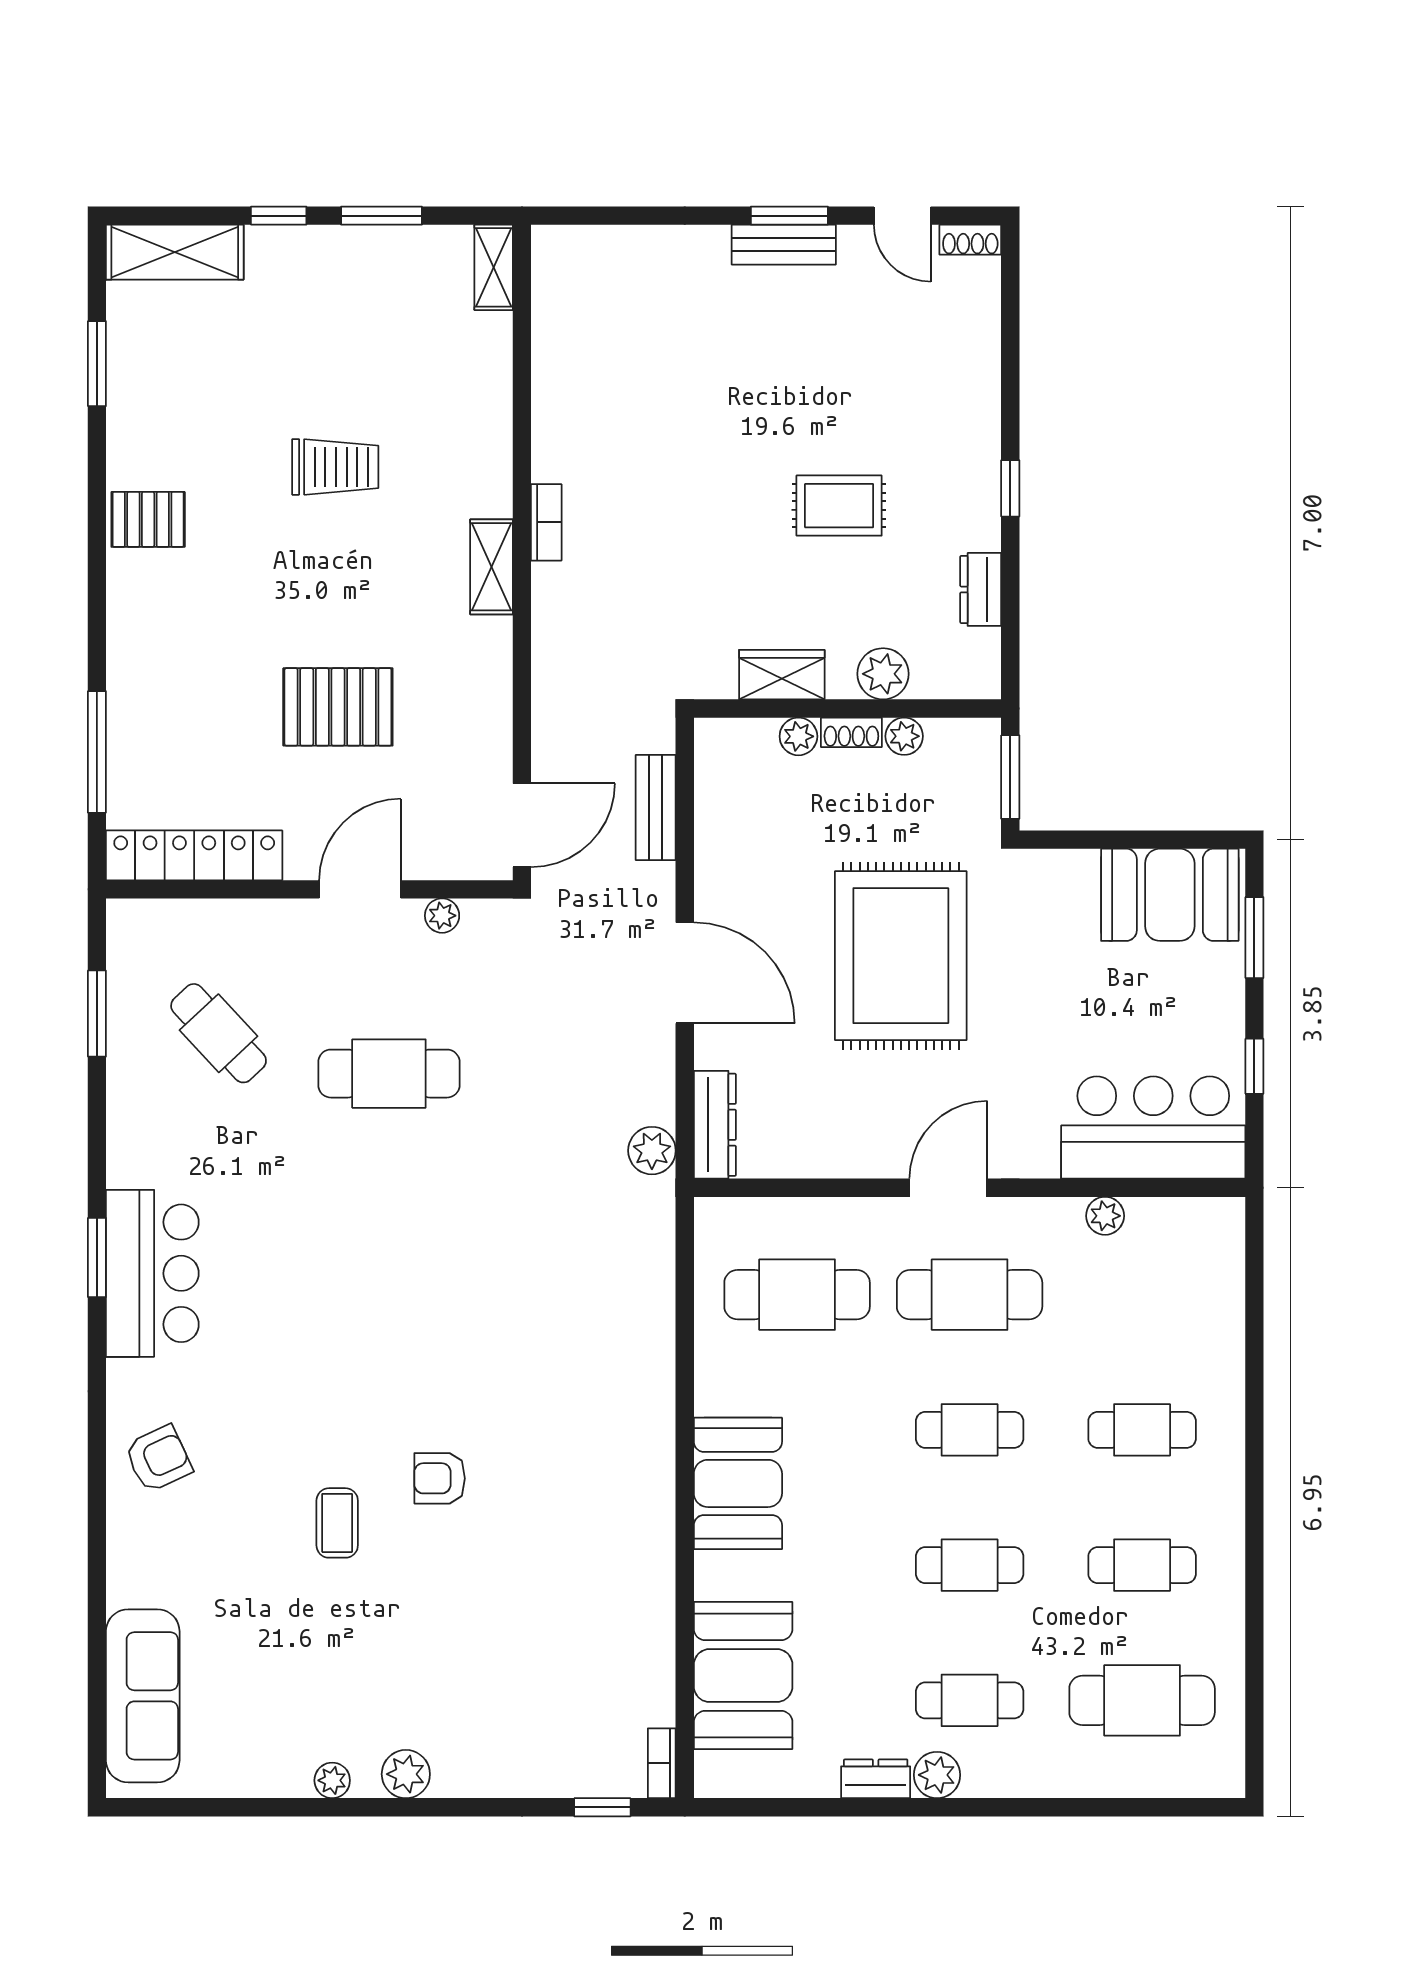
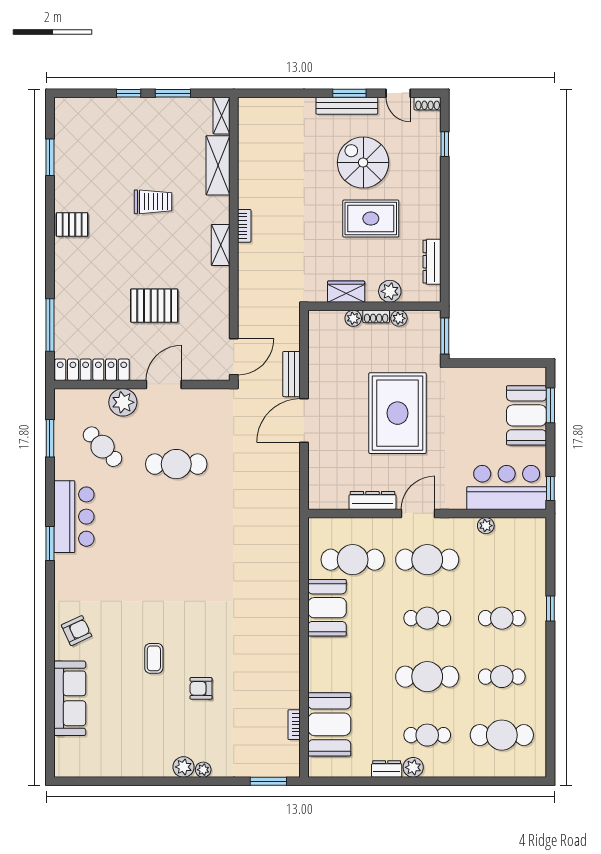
bench: (784, 245) -> (347, 106), width x1.36
shelving: (175, 252) -> (218, 165), moved, turned 90
spiral stairs: (821, 376) -> (363, 163), added
window: (1010, 488) -> (445, 144), moved
rug: (839, 506) -> (371, 219), width x1.36, depth x1.43
dresser: (981, 589) -> (432, 262), width x1.44
bench: (656, 808) -> (291, 374), moved
booth: (1170, 895) -> (527, 415), moved, turned 90
plant: (442, 916) -> (123, 402), moved, width x1.88, depth x1.88
door: (685, 973) -> (304, 421), swing flipped
window: (1254, 1066) -> (550, 488), moved
dresser: (715, 1125) -> (372, 500), moved, turned -90
plant: (652, 1151) -> (290, 497), removed
bar counter: (152, 1273) -> (74, 517), moved
window: (1254, 1407) -> (550, 608), added
armchair: (440, 1478) -> (201, 688), moved
booth: (738, 1483) -> (327, 608), moved
cafe table: (970, 1565) -> (427, 677), width x1.37, depth x1.35
sofa: (143, 1696) -> (70, 698), moved
bookcase: (662, 1763) -> (294, 725), moved
plant: (332, 1780) -> (203, 770), moved
window: (602, 1807) -> (268, 781), width x1.50

